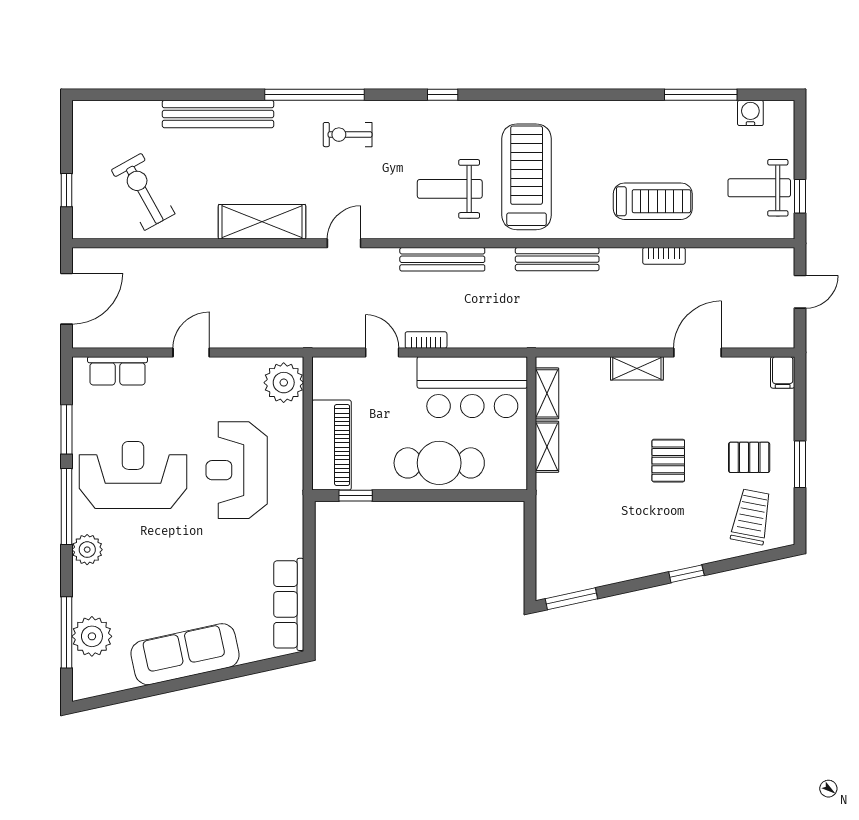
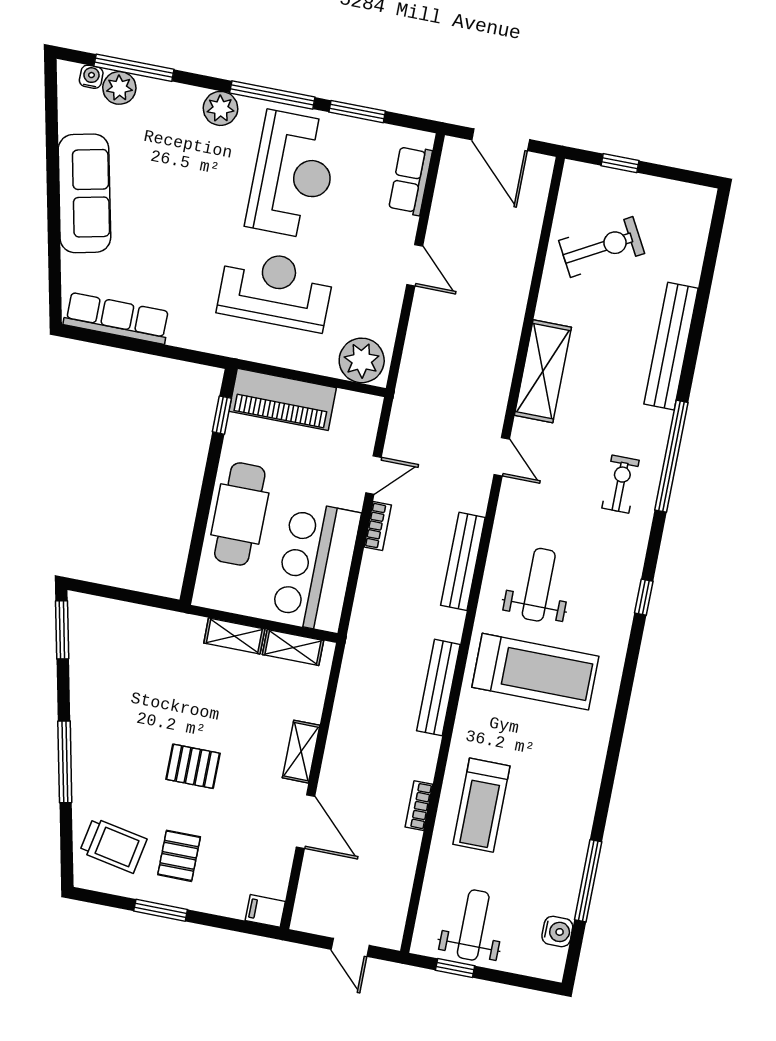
window: (686, 574) -> (65, 762), width x2.17
plant: (92, 636) -> (119, 88), width x0.73, depth x0.73
water cooler: (82, 668) -> (91, 77), added

